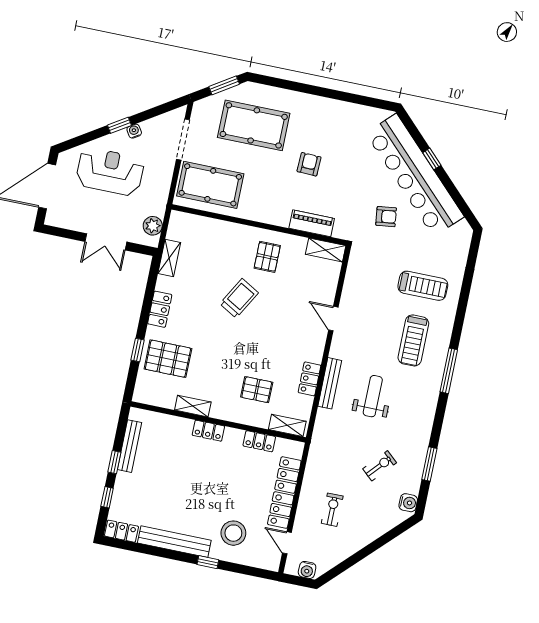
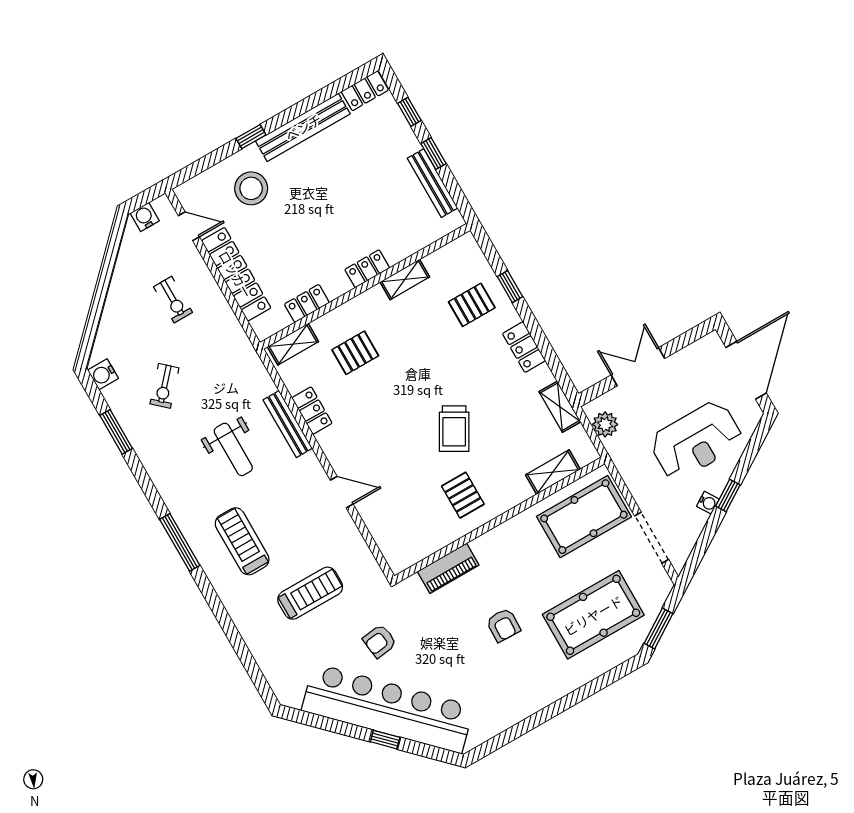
shelving: (326, 250) -> (553, 472), moved
treadmill: (423, 286) -> (310, 593), moved, turned 180
pallet: (168, 359) -> (472, 305), width x0.67, depth x0.71

